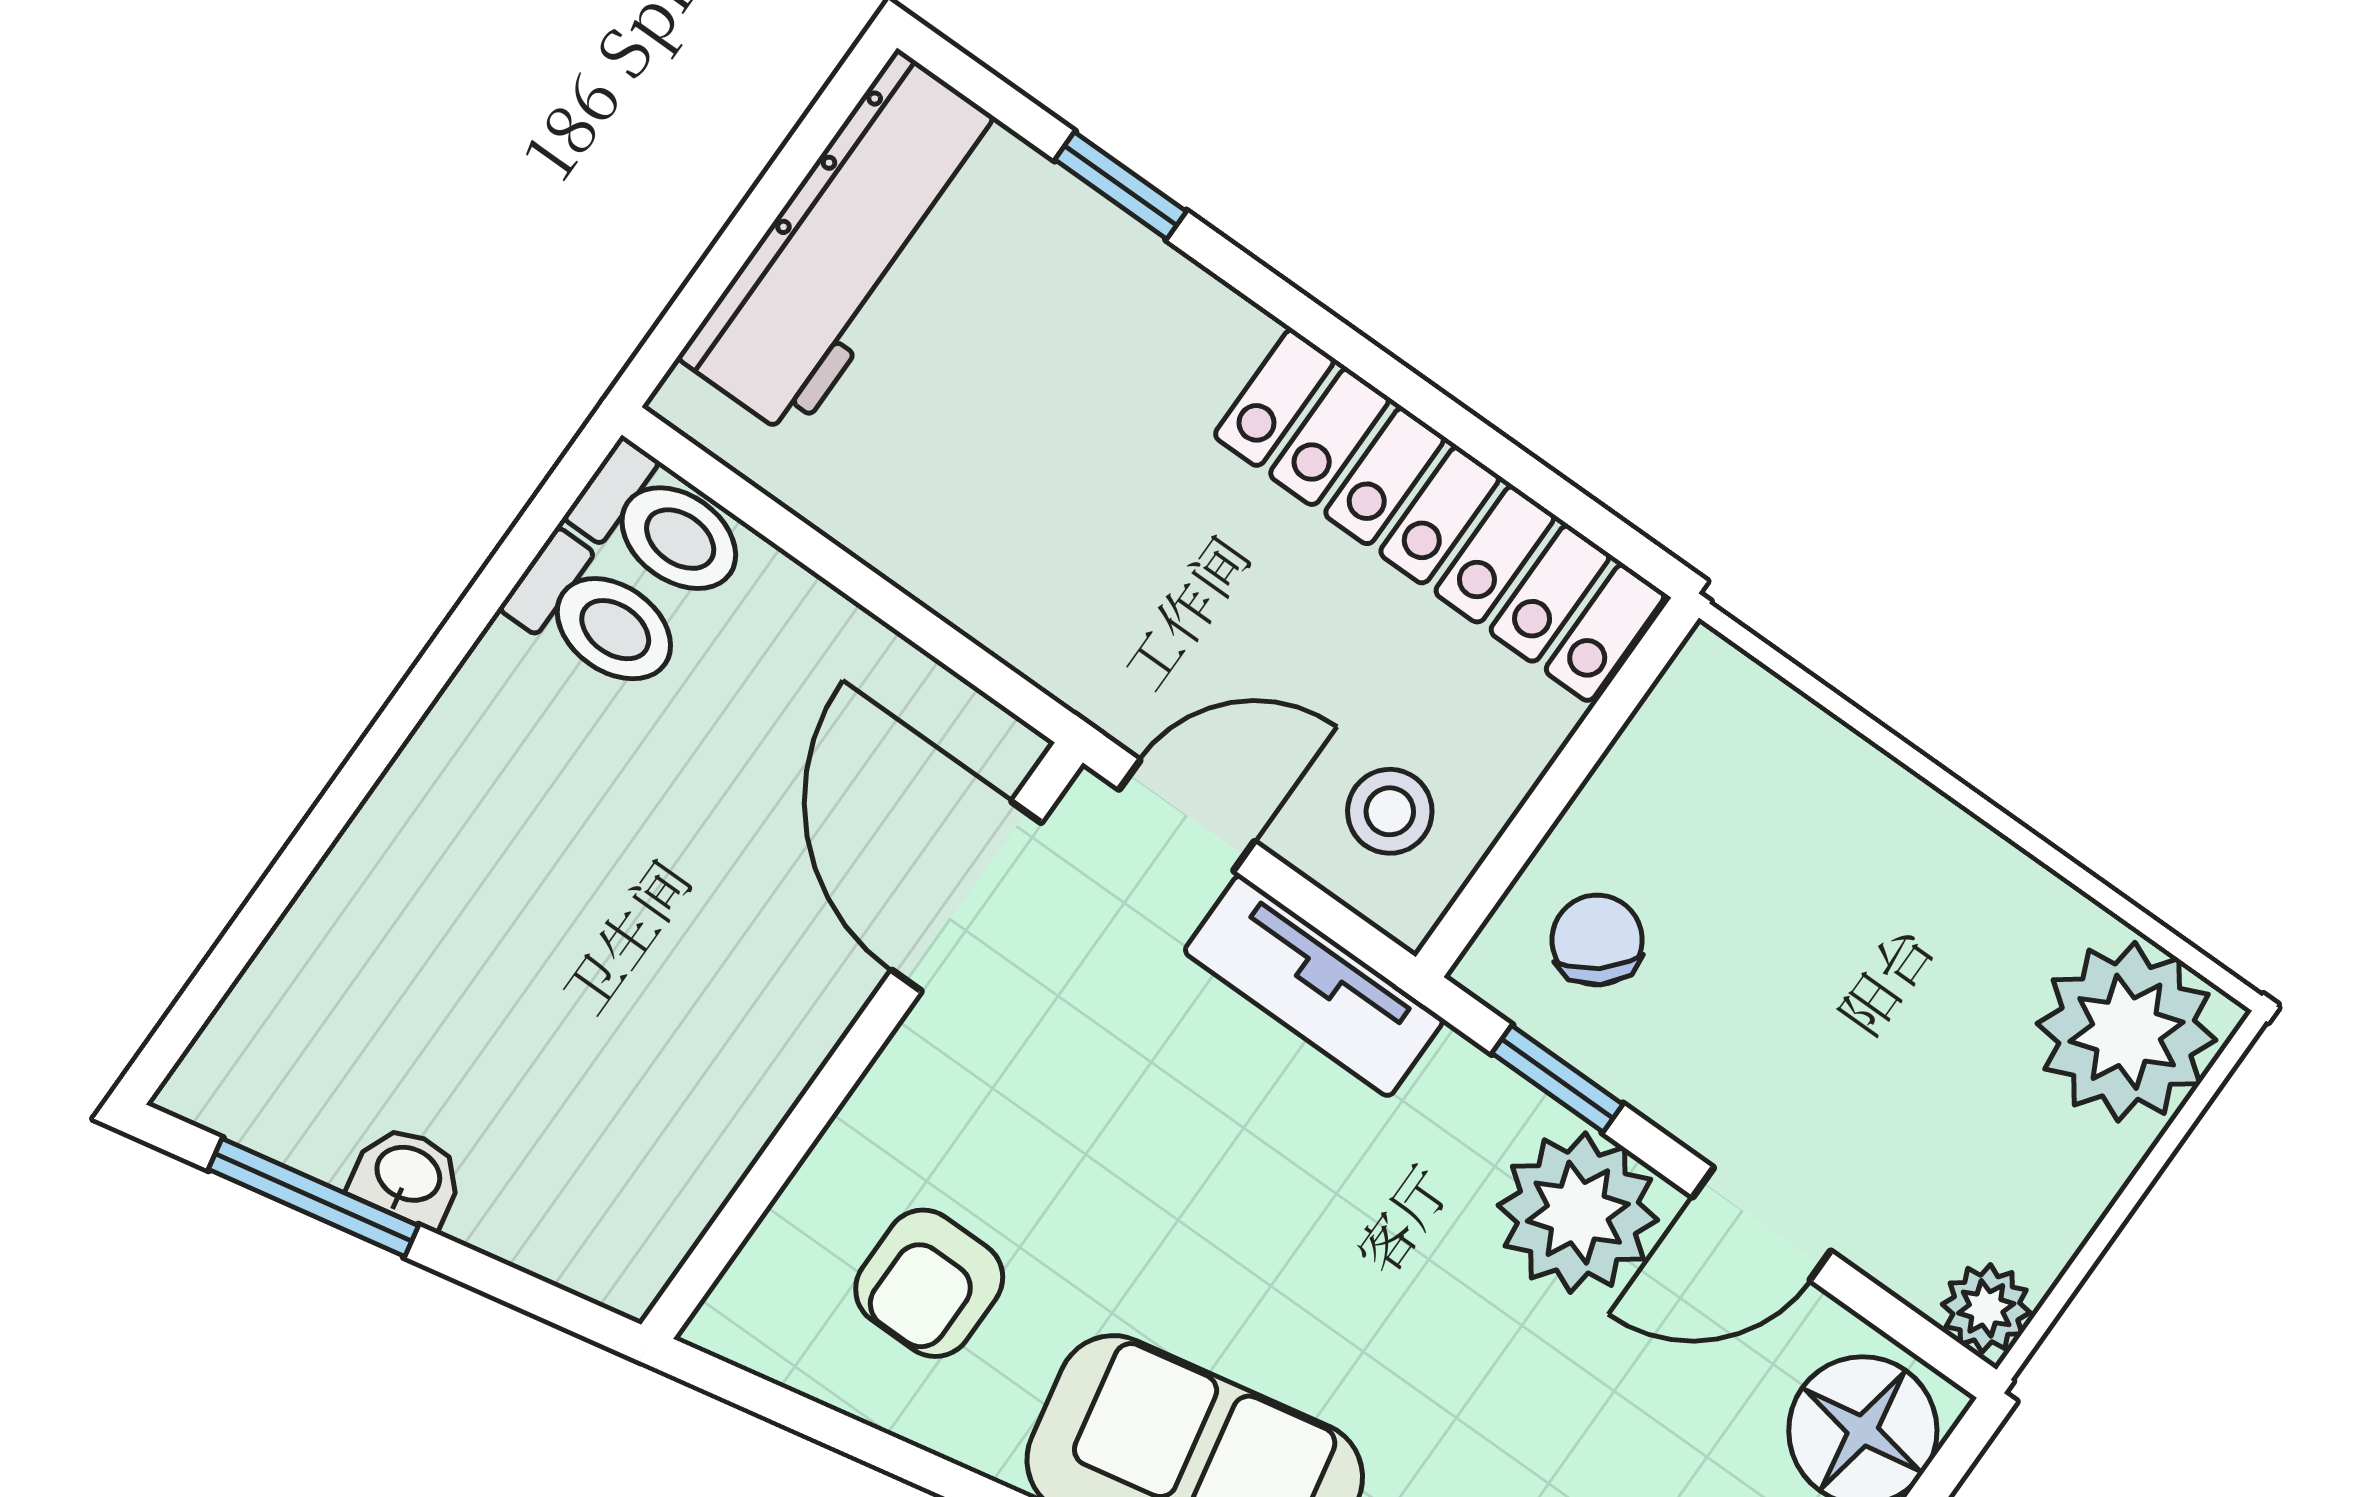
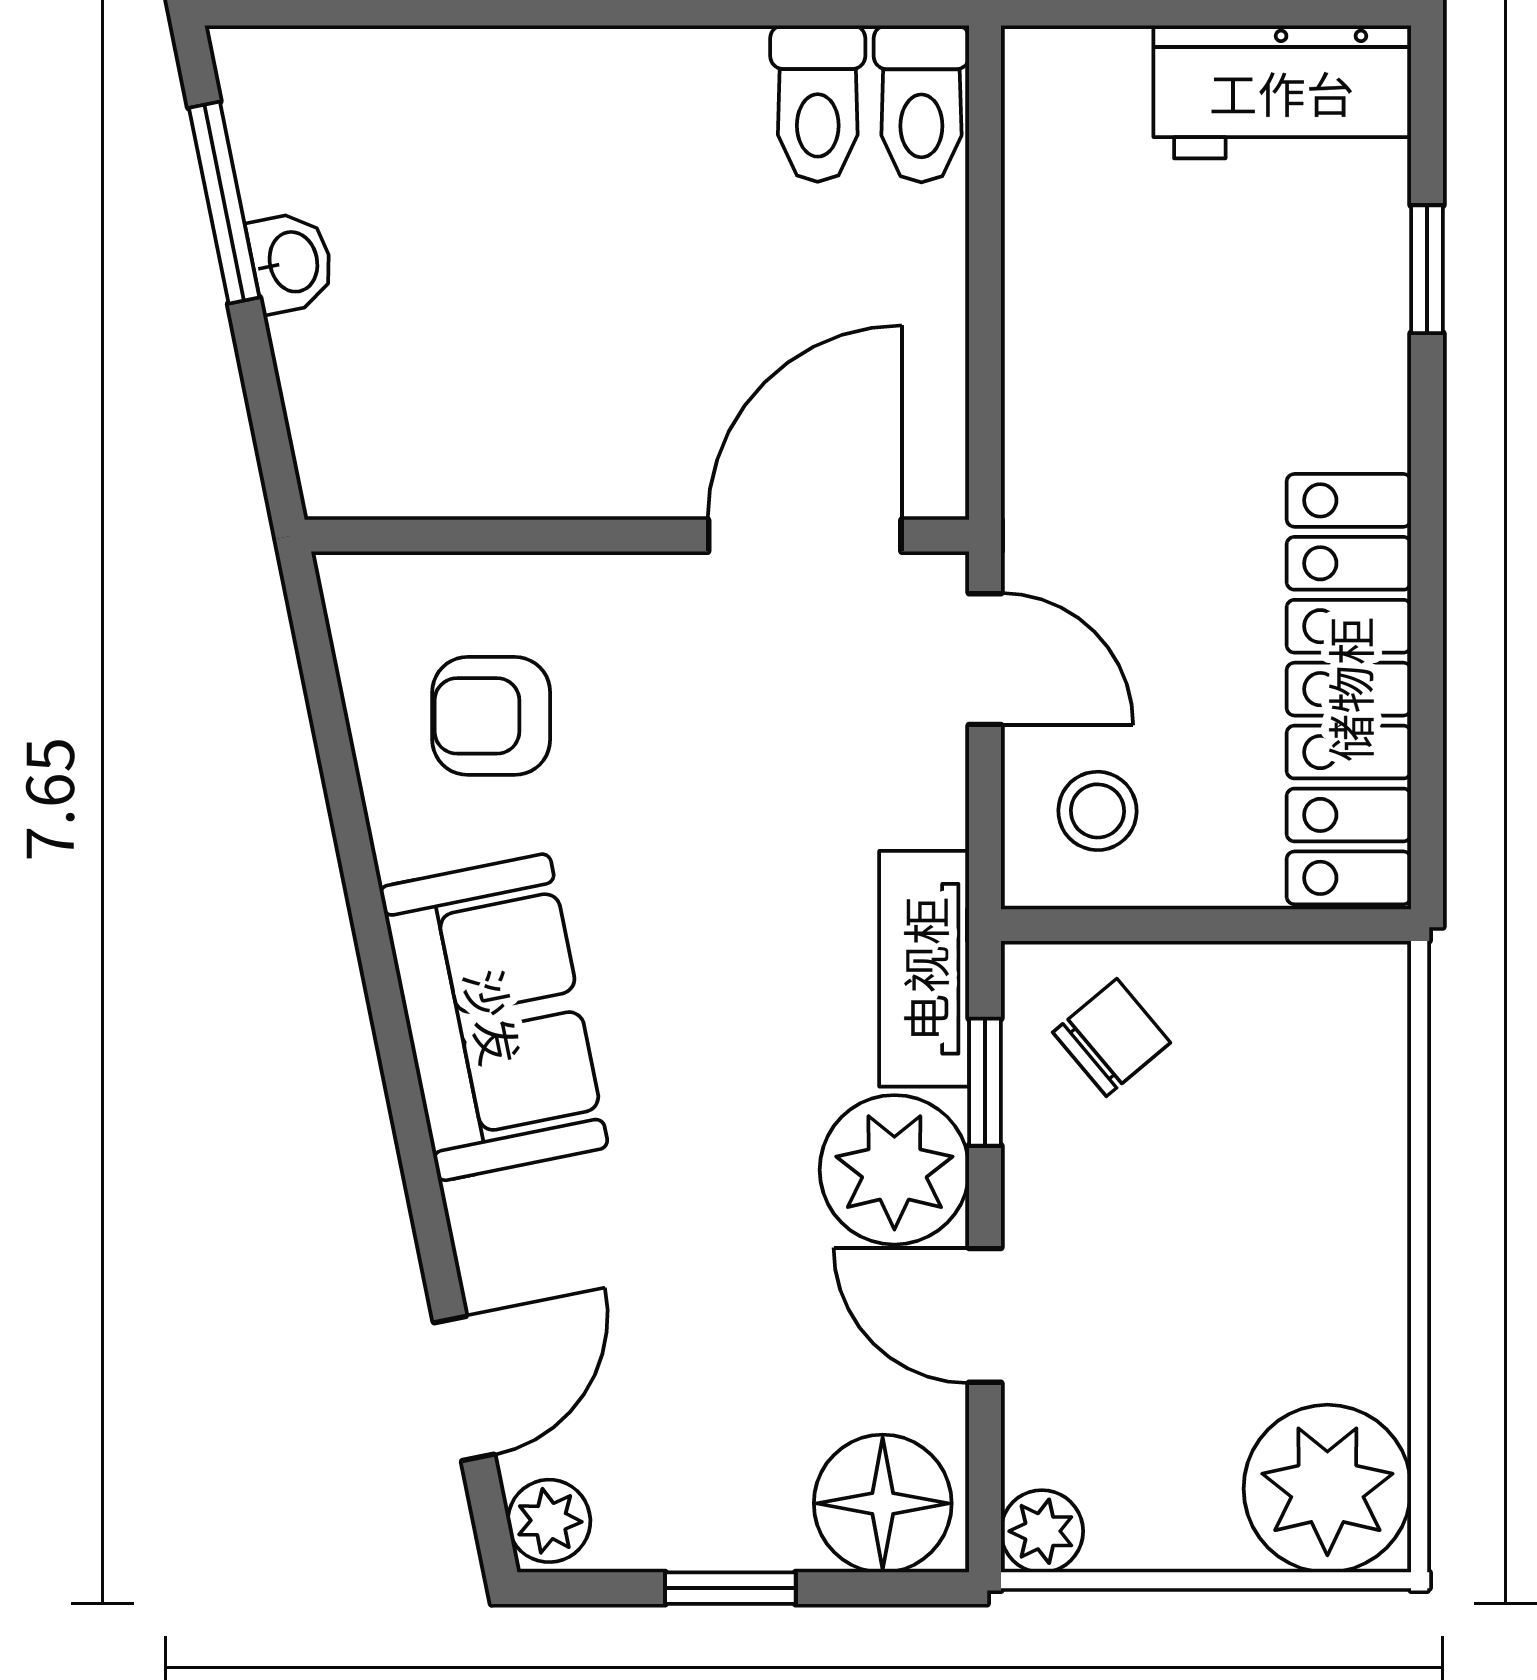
workbench: (845, 244) -> (1282, 92), width x0.73
tv unit: (1314, 986) -> (924, 969), moved

